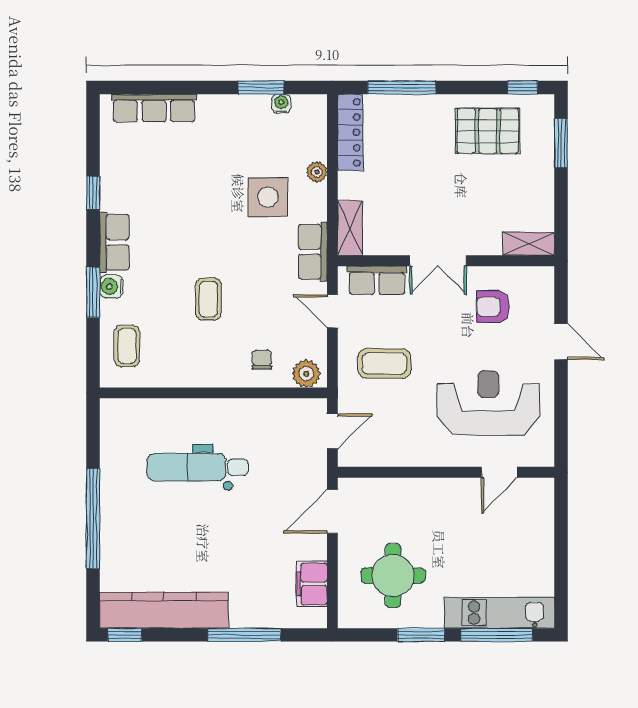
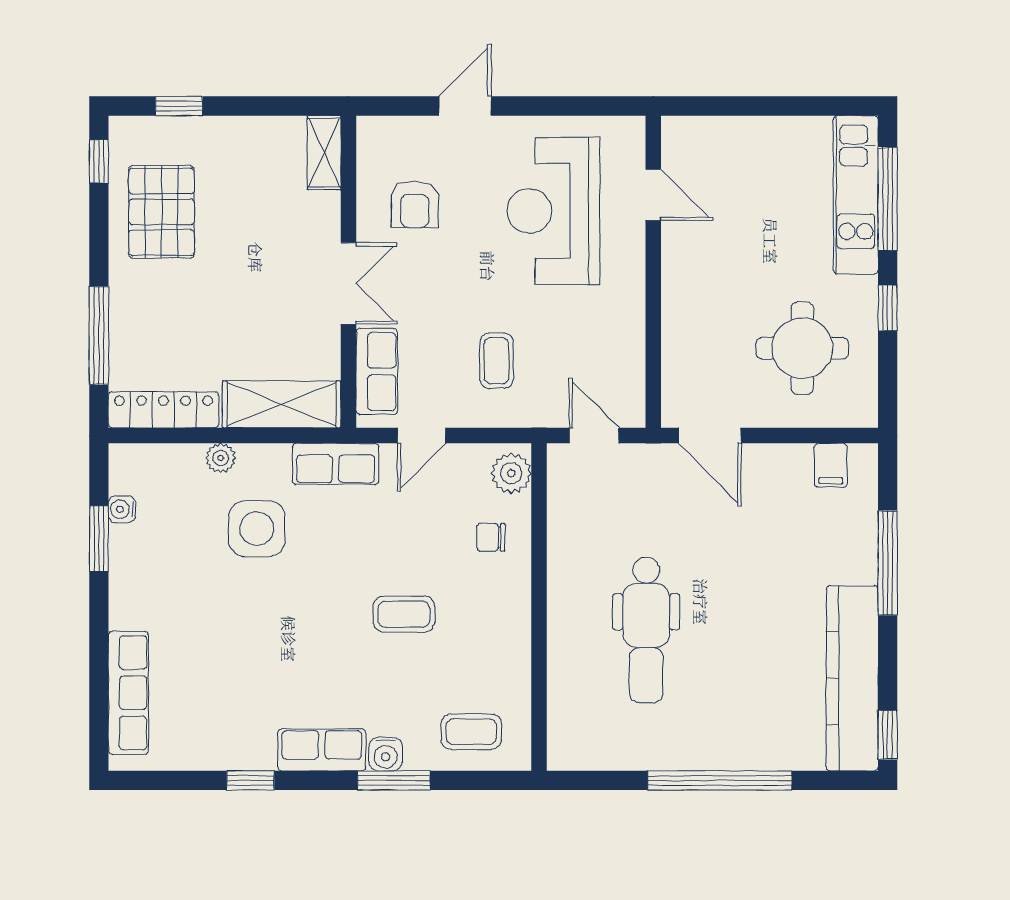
window: (561, 143) -> (179, 106), width x0.67
shelving: (350, 228) -> (282, 404), width x1.50, depth x1.33
coffee table: (384, 363) -> (497, 361), width x0.73, depth x0.77
filing cabinet: (312, 584) -> (831, 465), width x0.50
window: (421, 635) -> (888, 308), width x0.67

